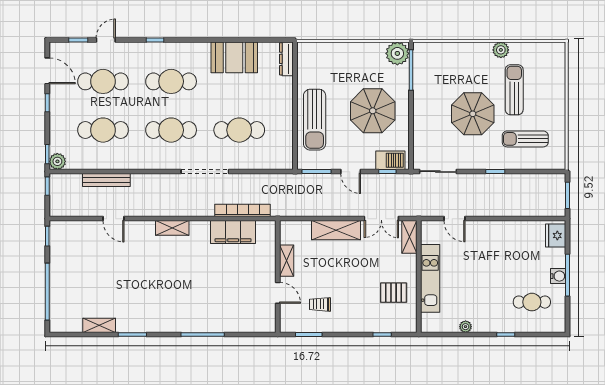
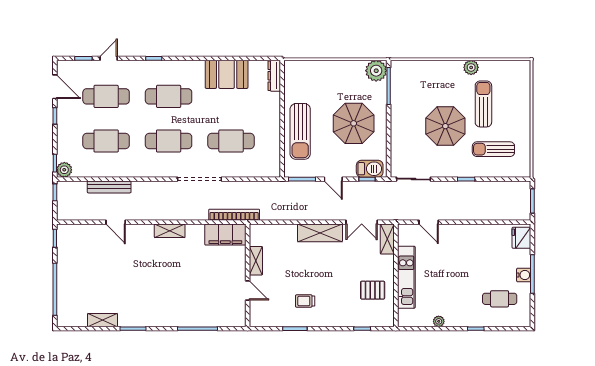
shelving: (287, 261) -> (256, 261), moved
wall: (278, 277) -> (248, 275), moved
door: (278, 293) -> (248, 290), moved

